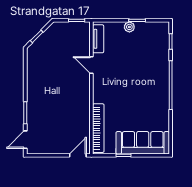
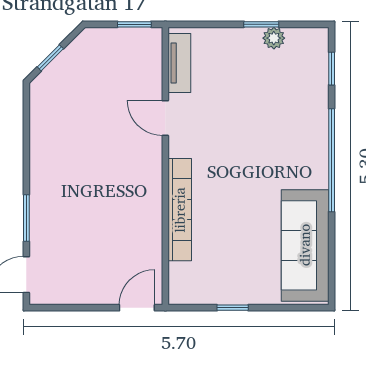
plant: (129, 27) -> (274, 38), moved
bookcase: (98, 128) -> (180, 210), moved
sofa: (143, 143) -> (305, 245), moved, turned -90

